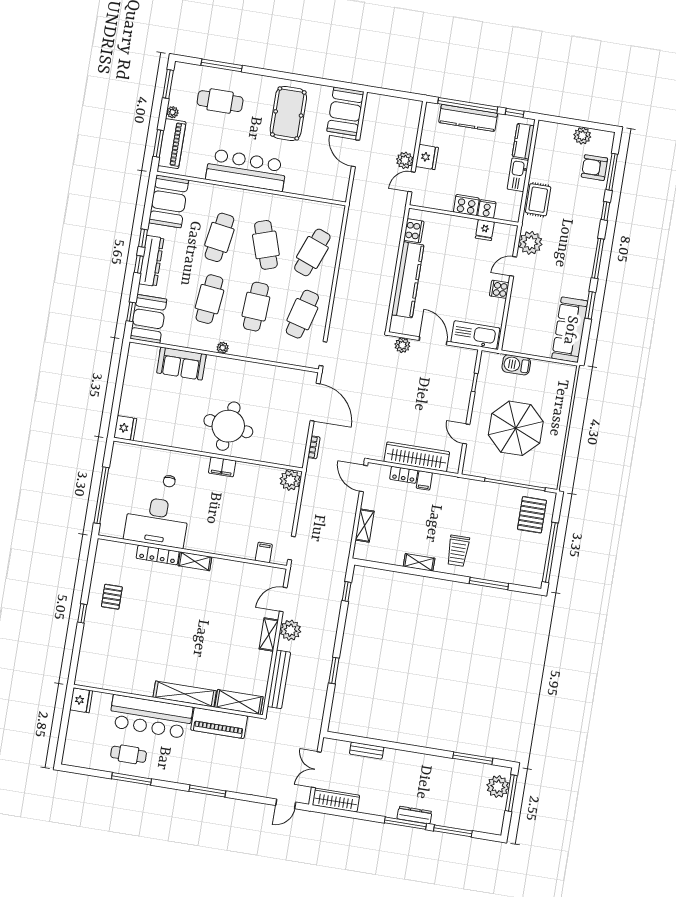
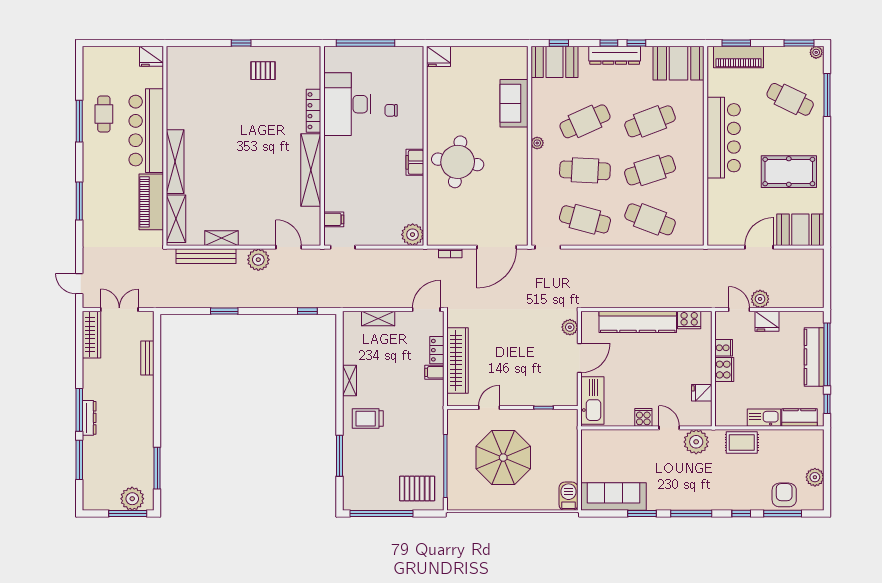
cafe table: (220, 101) -> (790, 99), turned -64
plant: (173, 112) -> (816, 52), moved
cooker: (487, 209) -> (724, 348), moved
cafe table: (219, 237) -> (650, 121), turned -30
cafe table: (209, 299) -> (585, 121), turned -30
barbecue: (516, 365) -> (568, 496), moved
shelving: (195, 561) -> (311, 170), width x2.20, depth x1.33
shelving: (269, 634) -> (221, 238), moved

